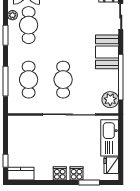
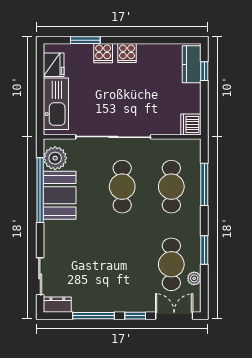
booth: (107, 52) -> (60, 195), moved
dishwasher: (15, 123) -> (191, 125), added
kitchen counter: (21, 174) -> (192, 64), moved, turned 90

